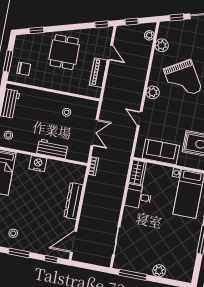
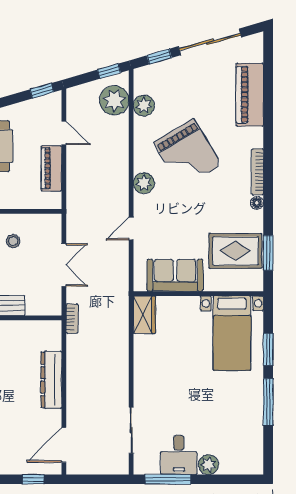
window: (132, 22) -> (109, 71), moved
plant: (149, 35) -> (114, 100), width x1.88, depth x1.88
door: (140, 119) -> (131, 229), hinge flipped
desk: (138, 197) -> (179, 455), moved, turned -90

